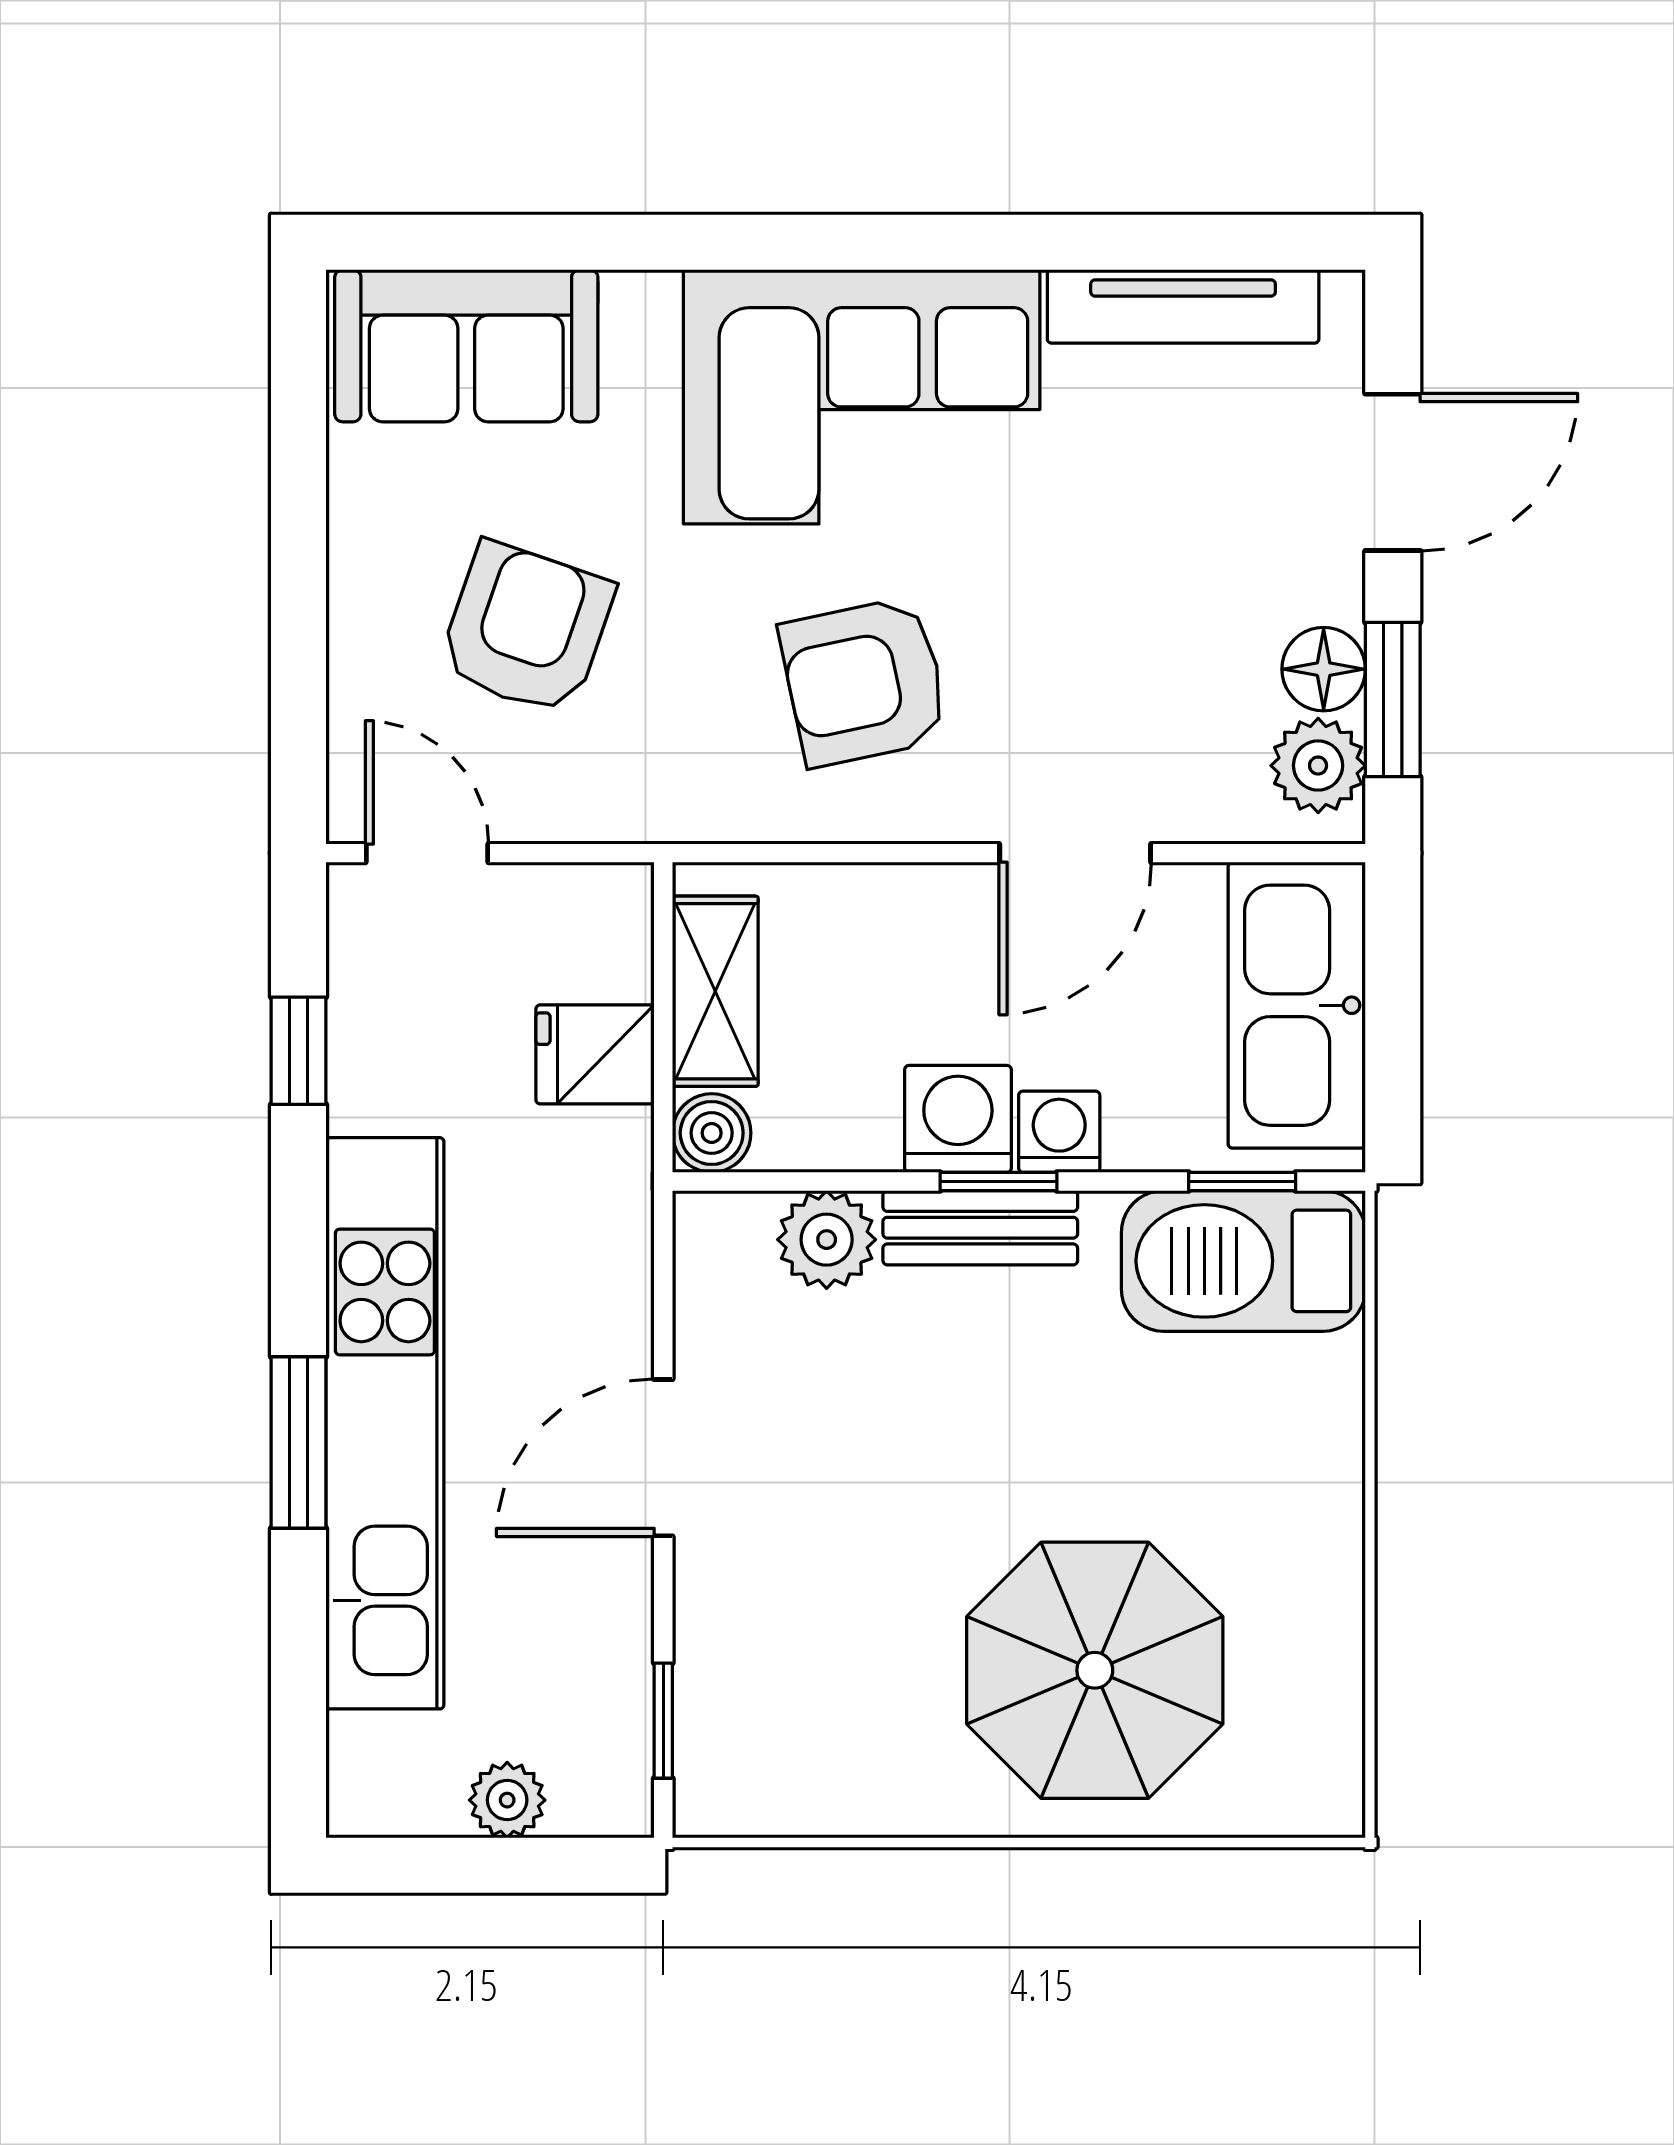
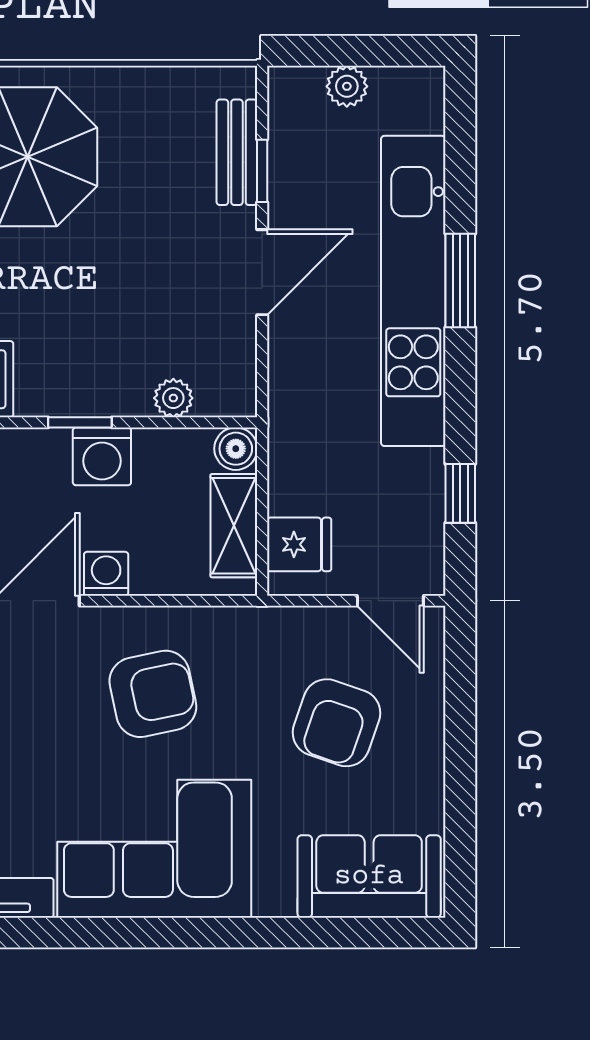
fridge: (595, 1054) -> (299, 544), moved
washing machine: (1059, 1132) -> (106, 574), moved, turned 180
bench: (980, 1228) -> (237, 152), moved, turned 90
plant: (827, 1240) -> (173, 398), width x0.73, depth x0.73
window: (663, 1721) -> (262, 171), moved

